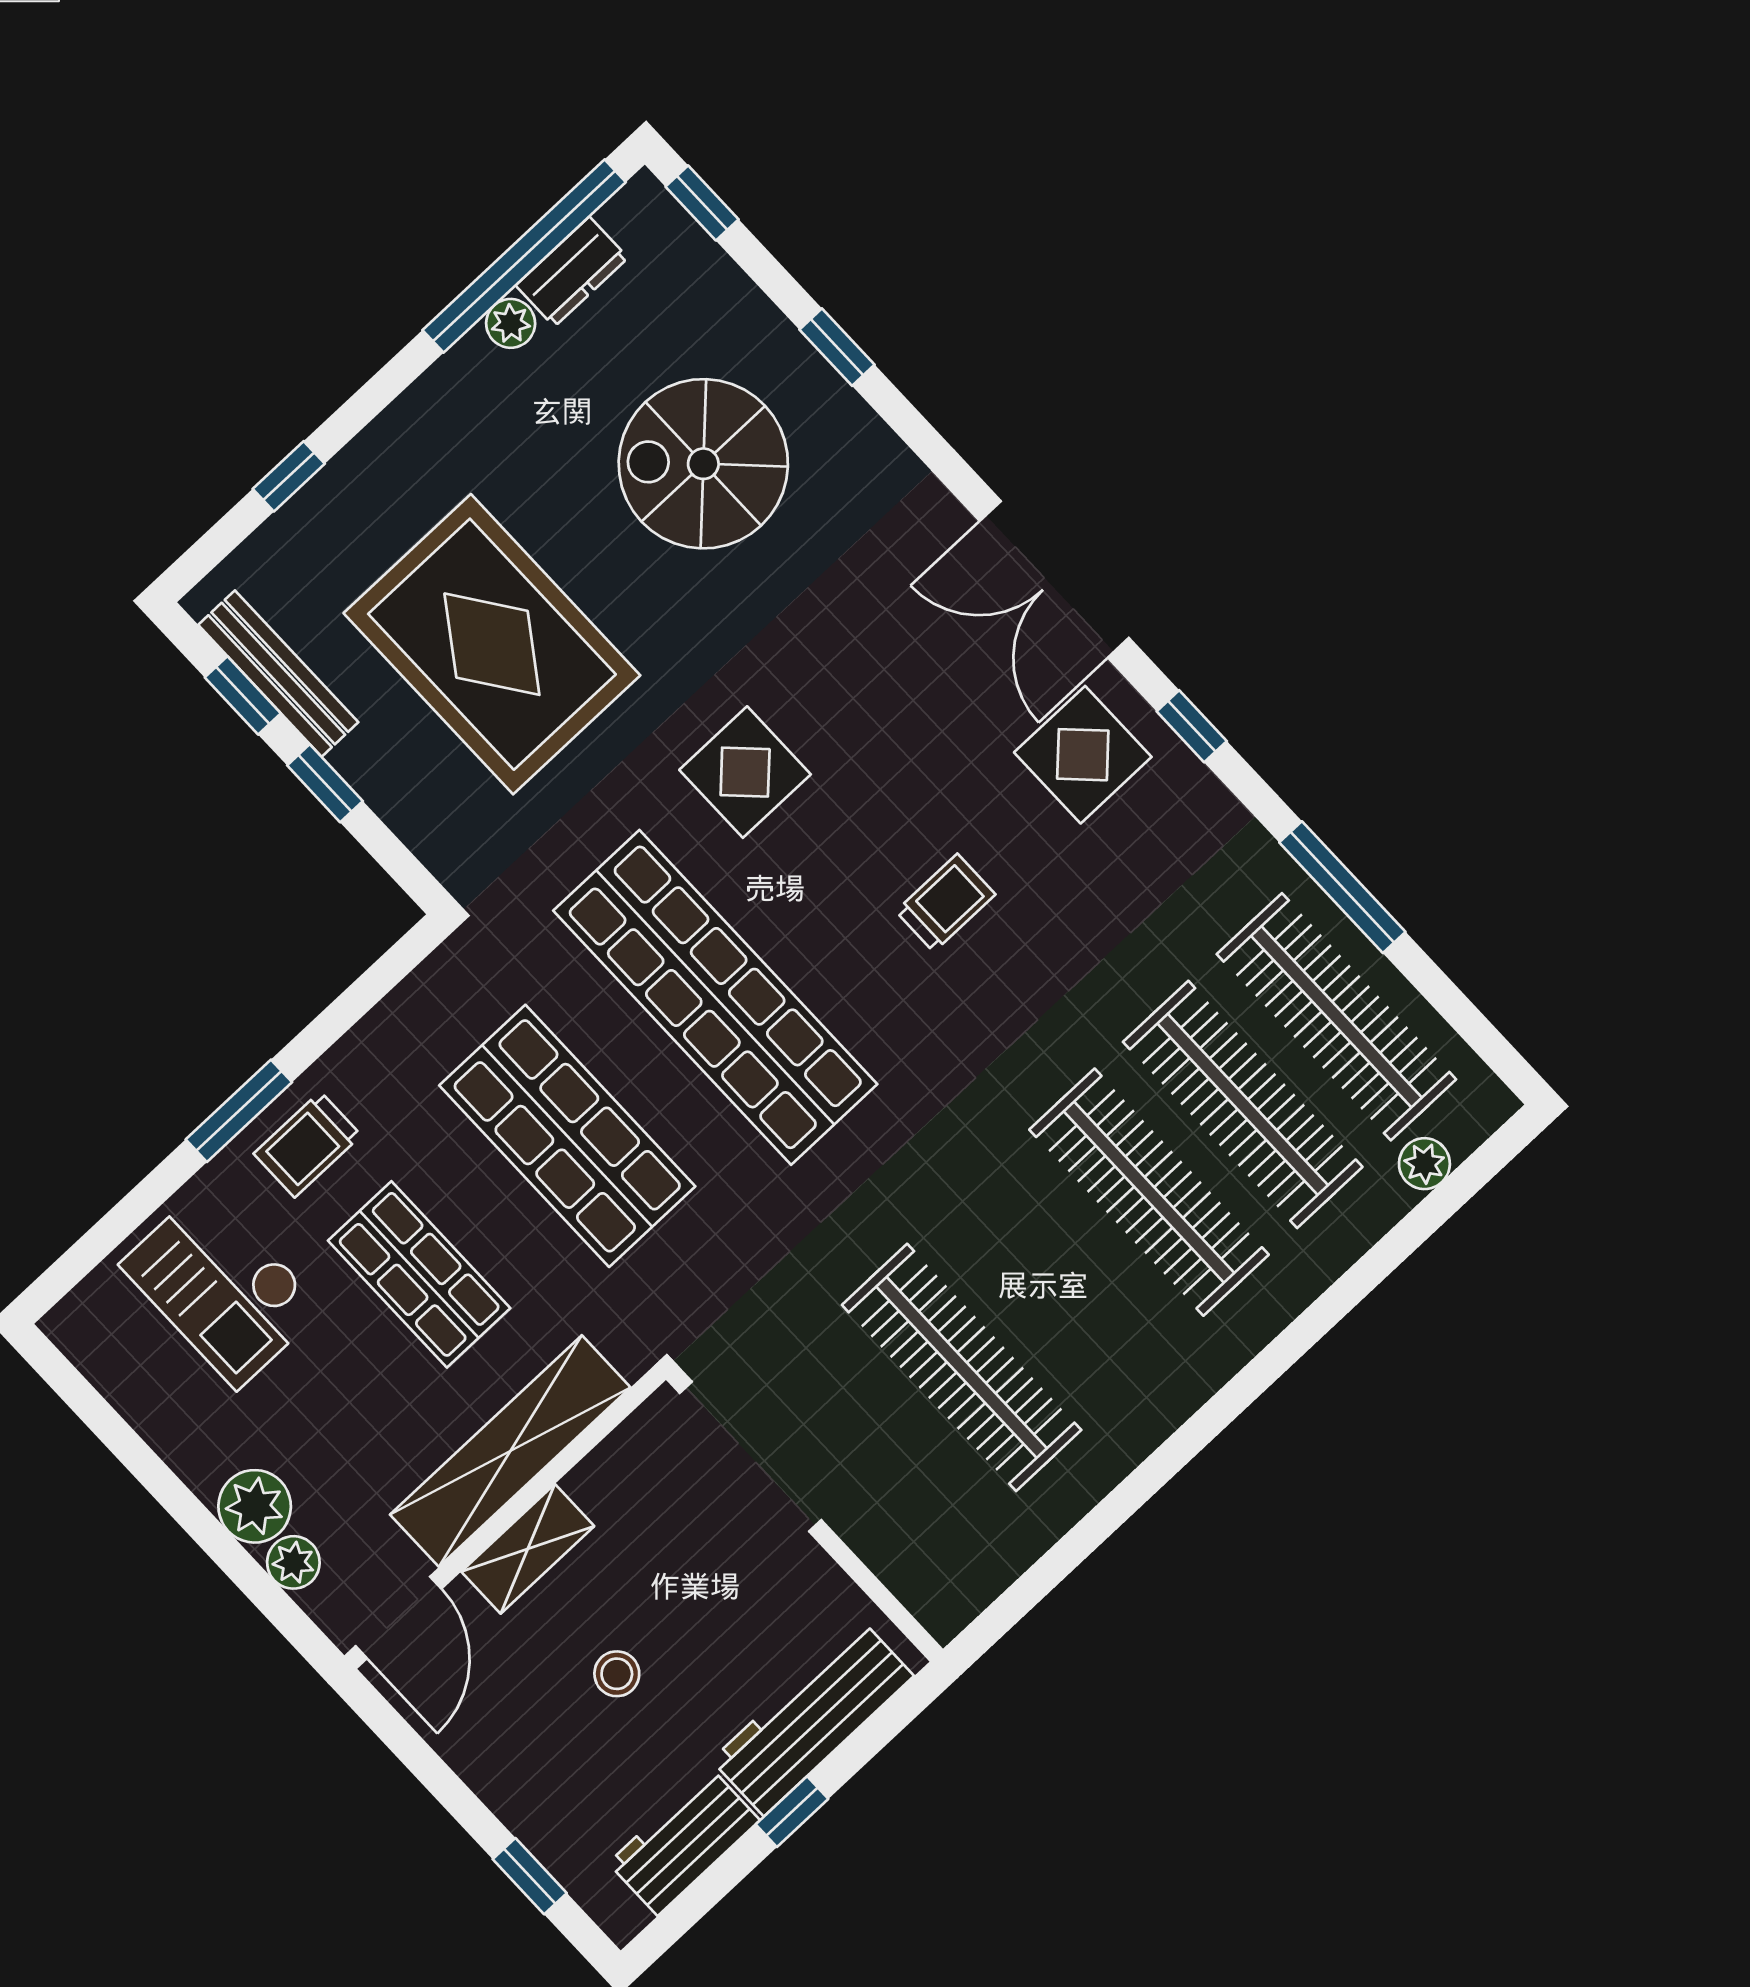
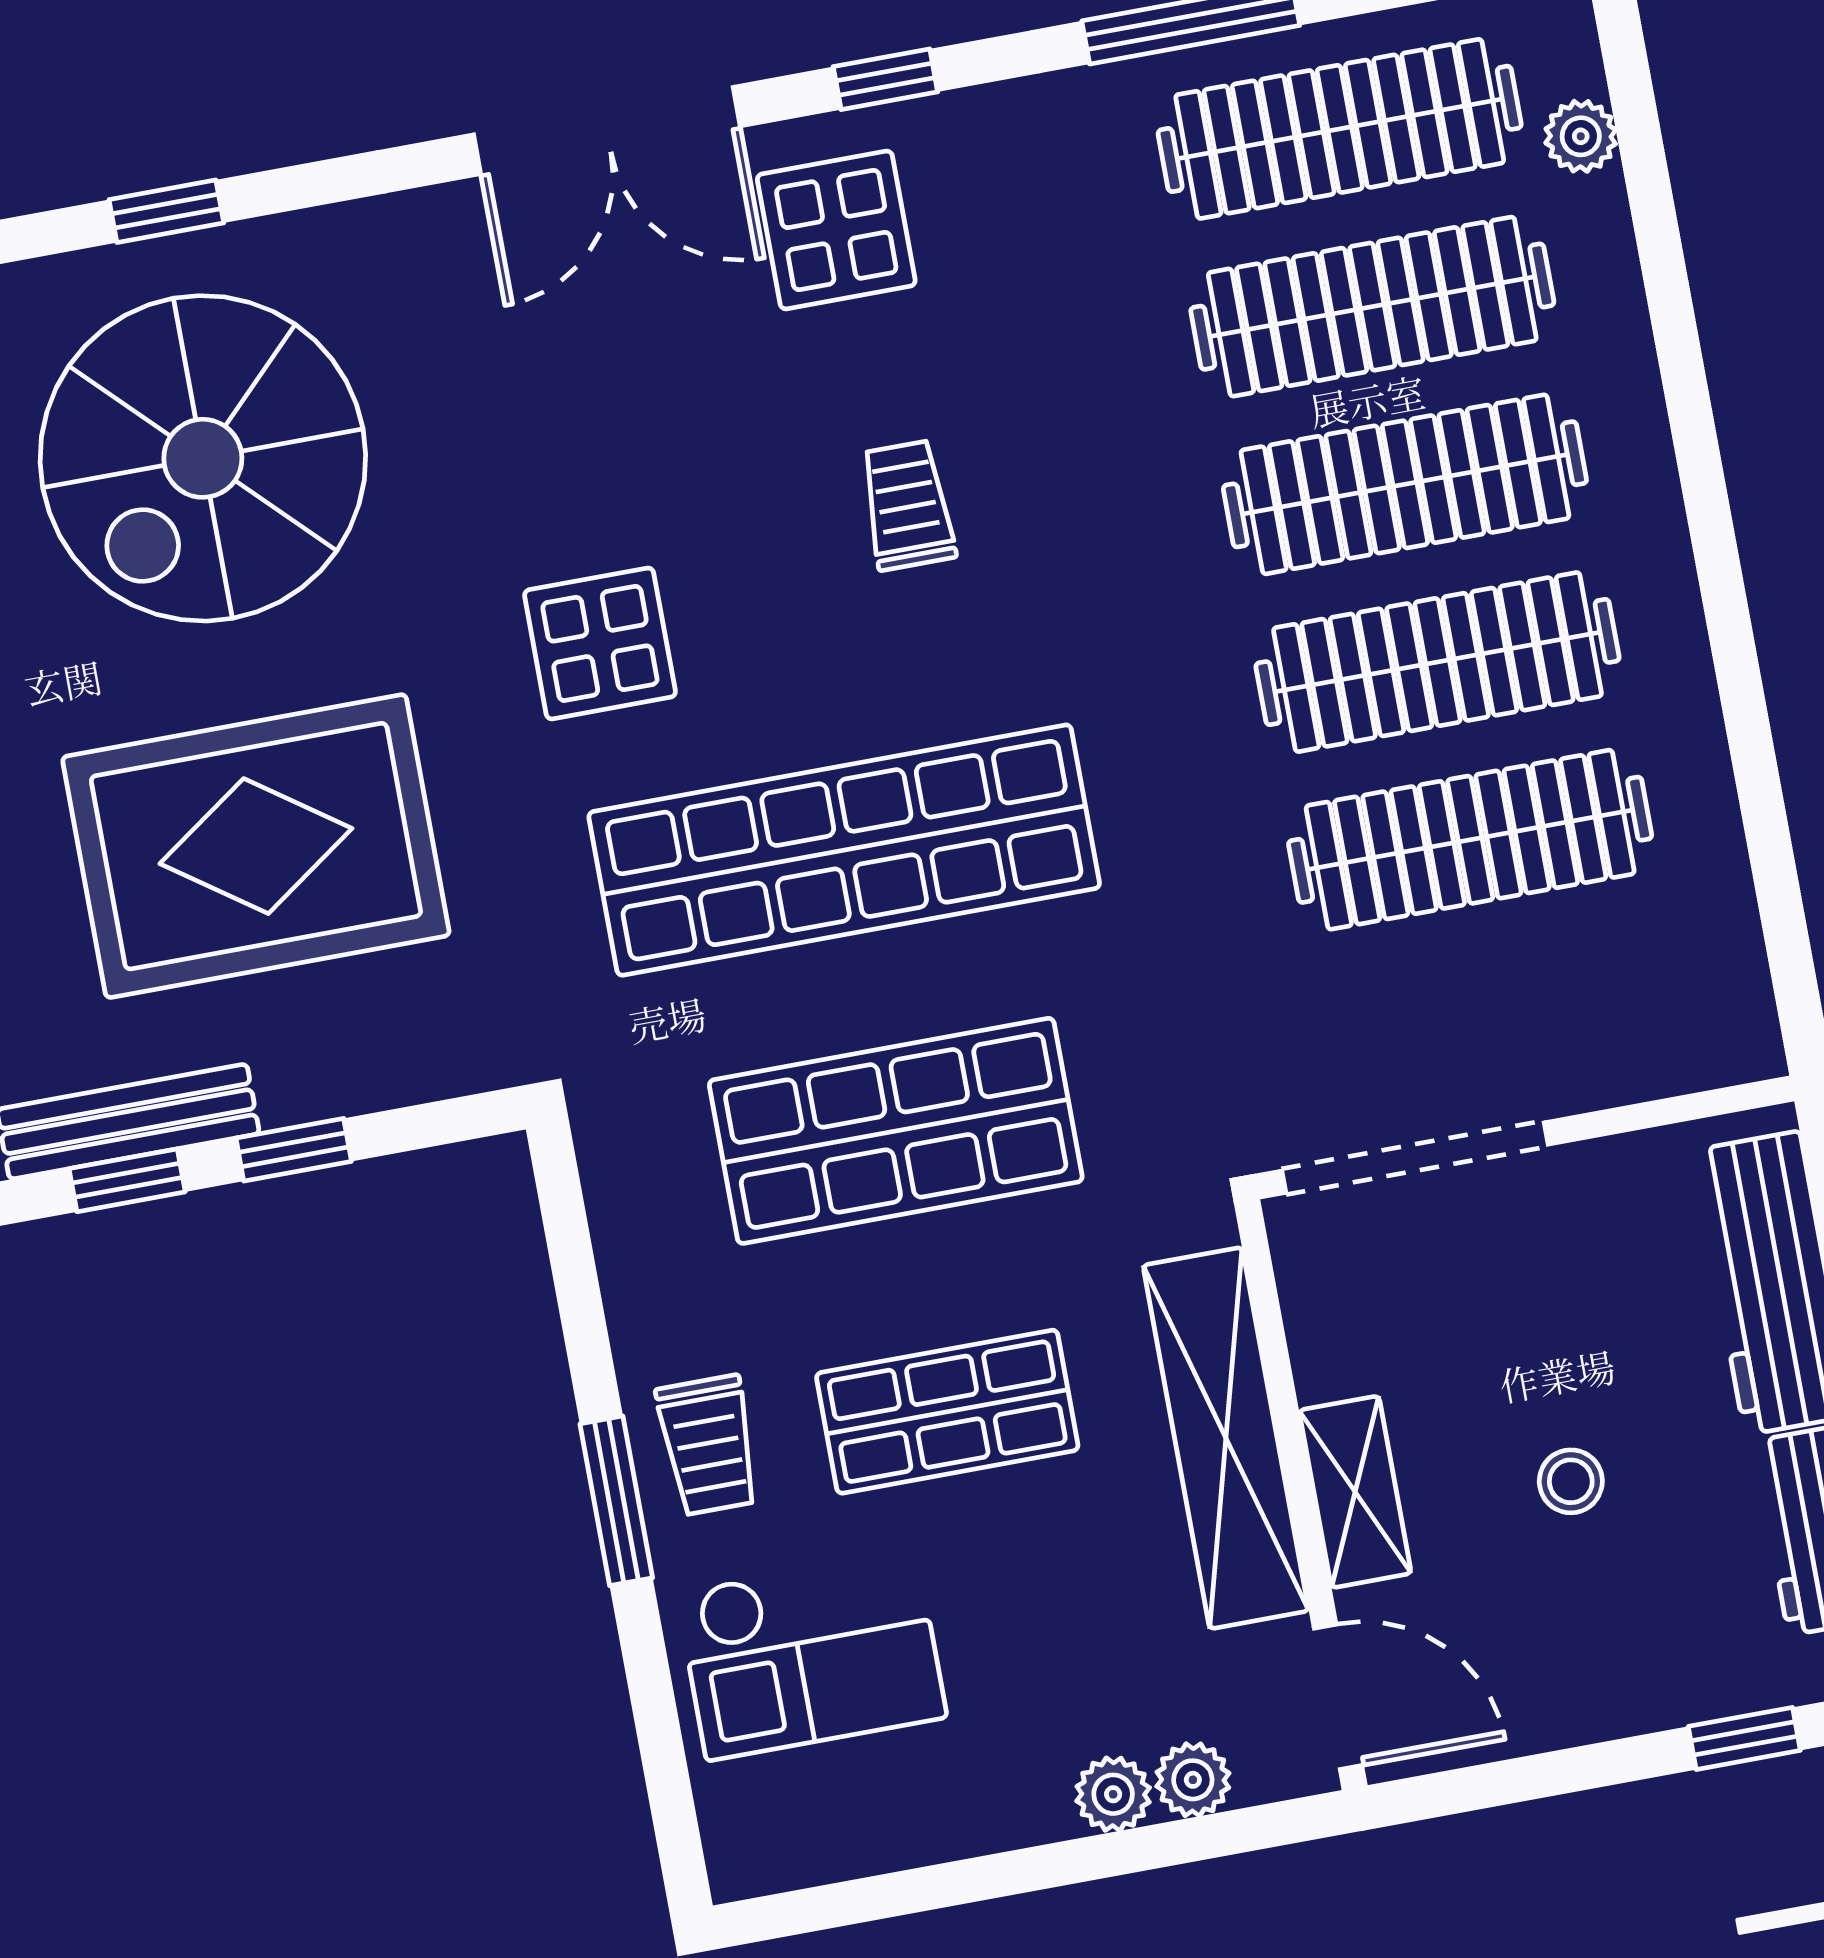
spiral stairs: (703, 464) -> (203, 458), width x1.37, depth x1.37
clothes rail: (1055, 1280) -> (1438, 662), added
plant: (255, 1506) -> (1113, 1794), width x0.73, depth x0.73

